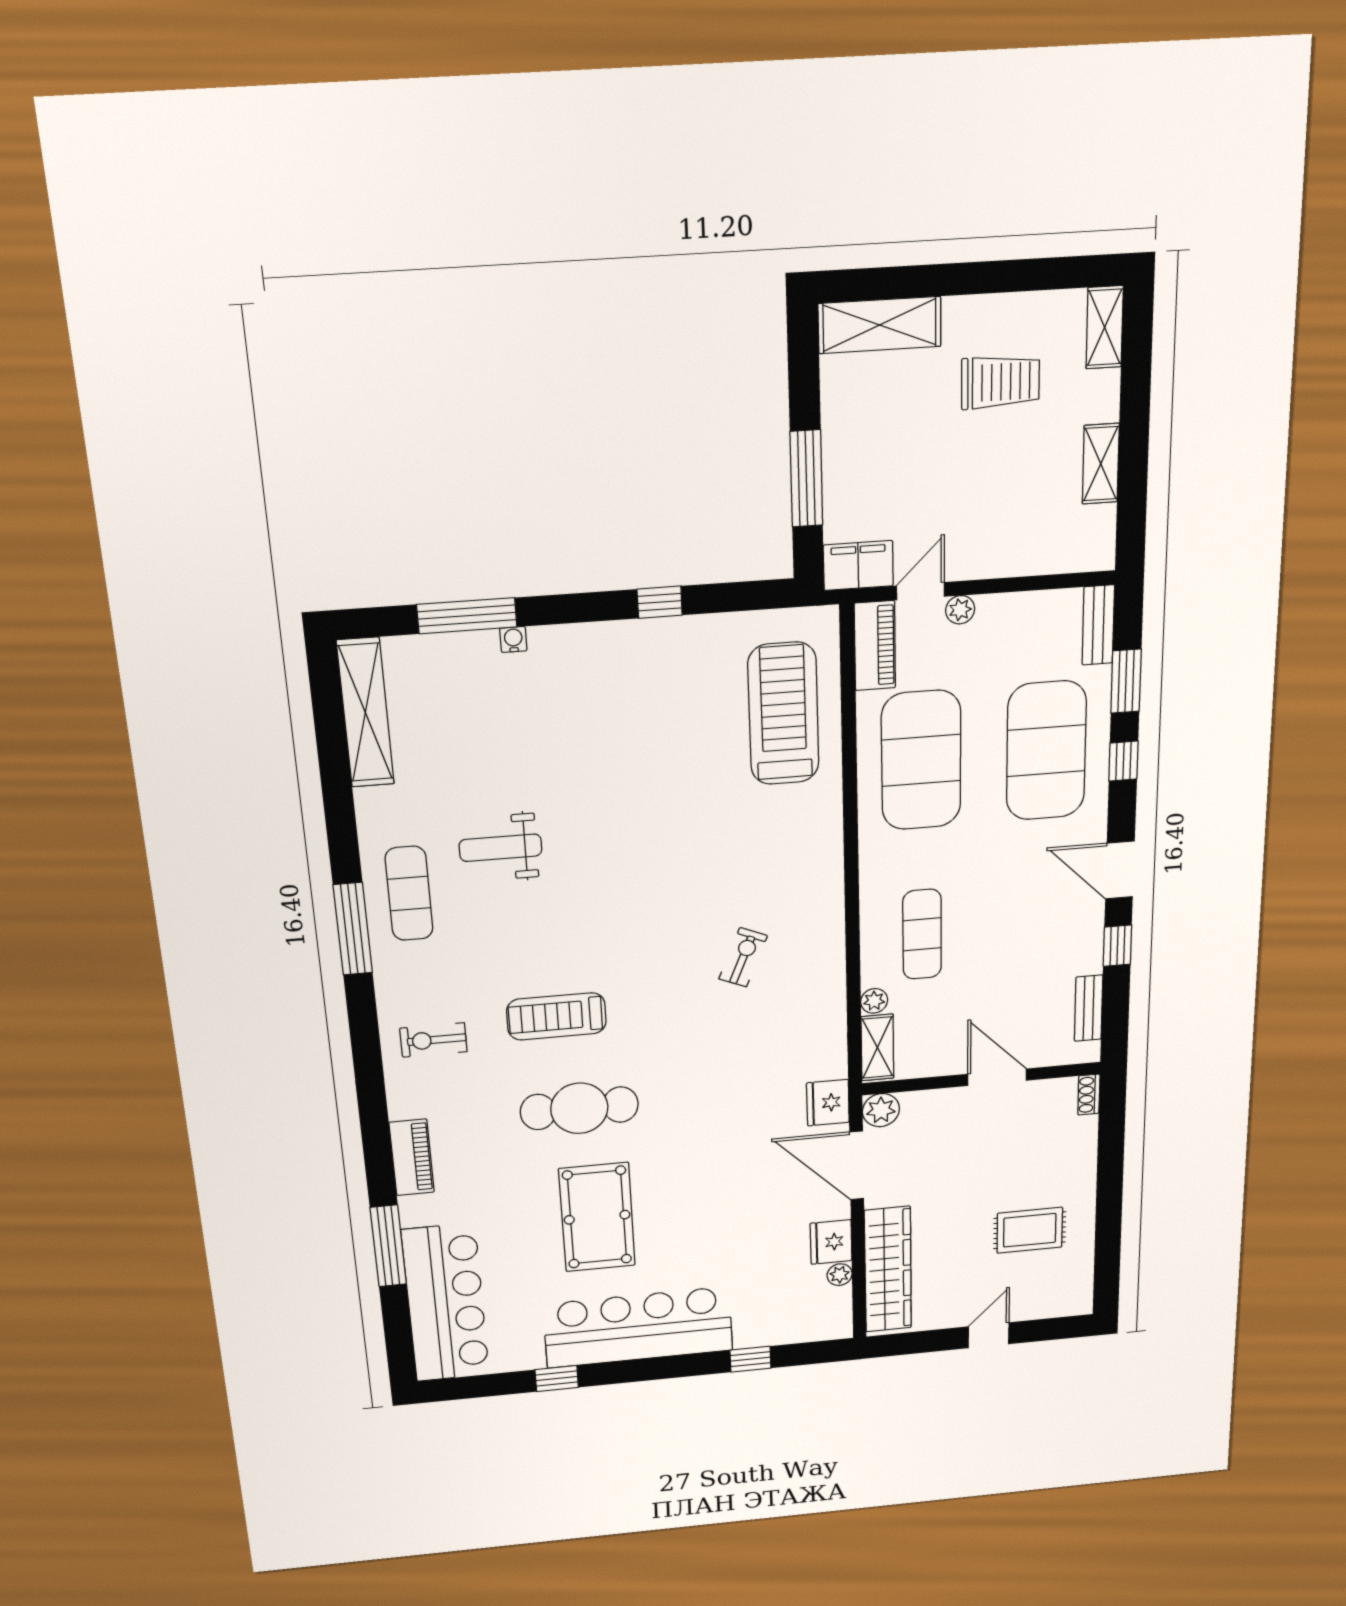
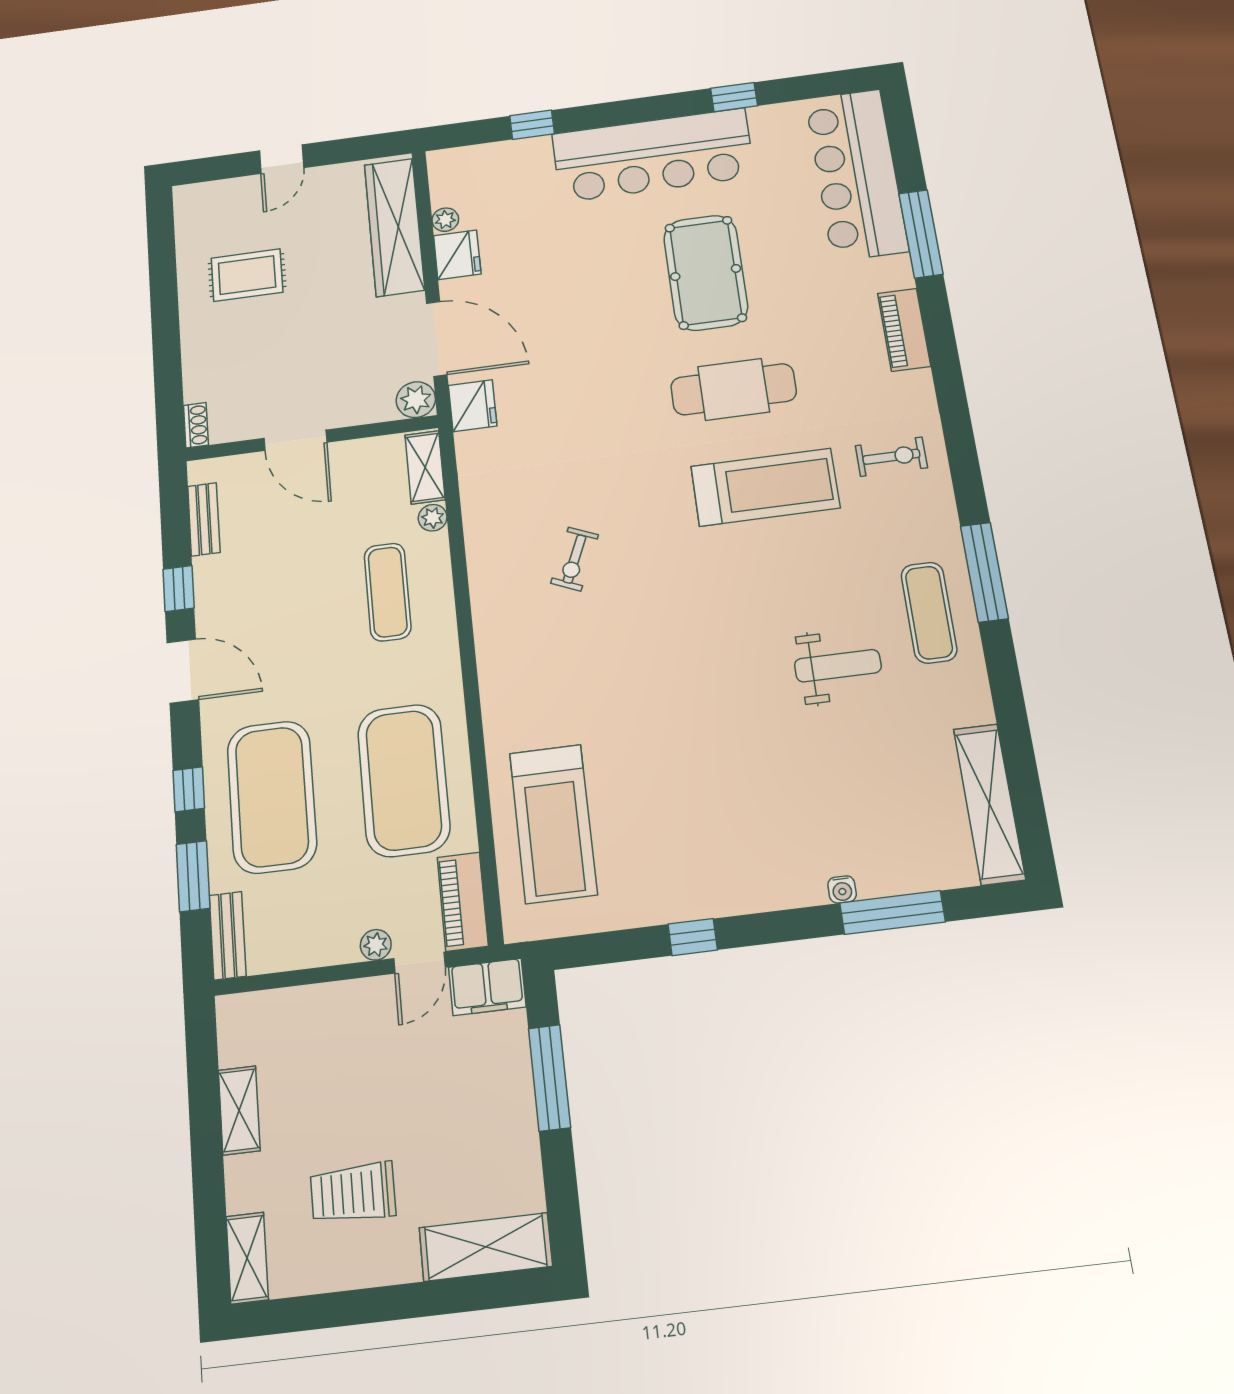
treadmill: (556, 1016) -> (765, 487), width x1.37, depth x1.38

